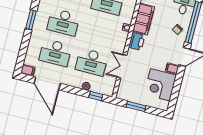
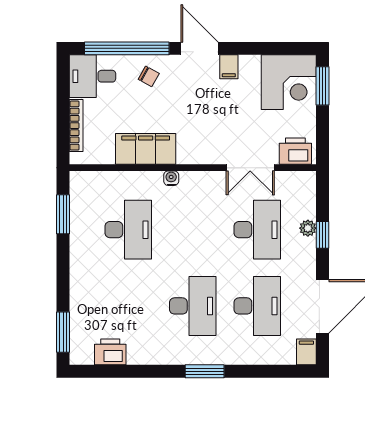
printer: (137, 41) -> (295, 151), moved
corner desk: (160, 85) -> (289, 82), moved
window: (96, 96) -> (323, 235), moved
window: (136, 106) -> (323, 86), moved

